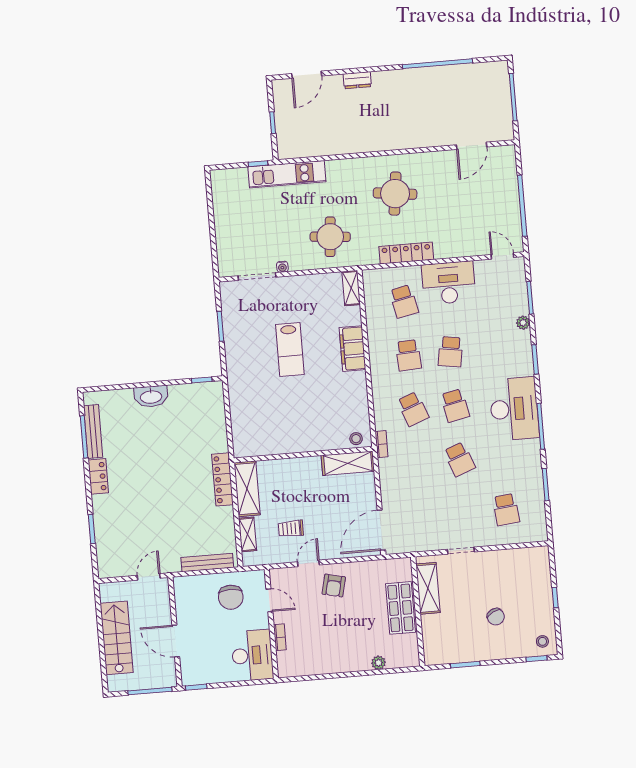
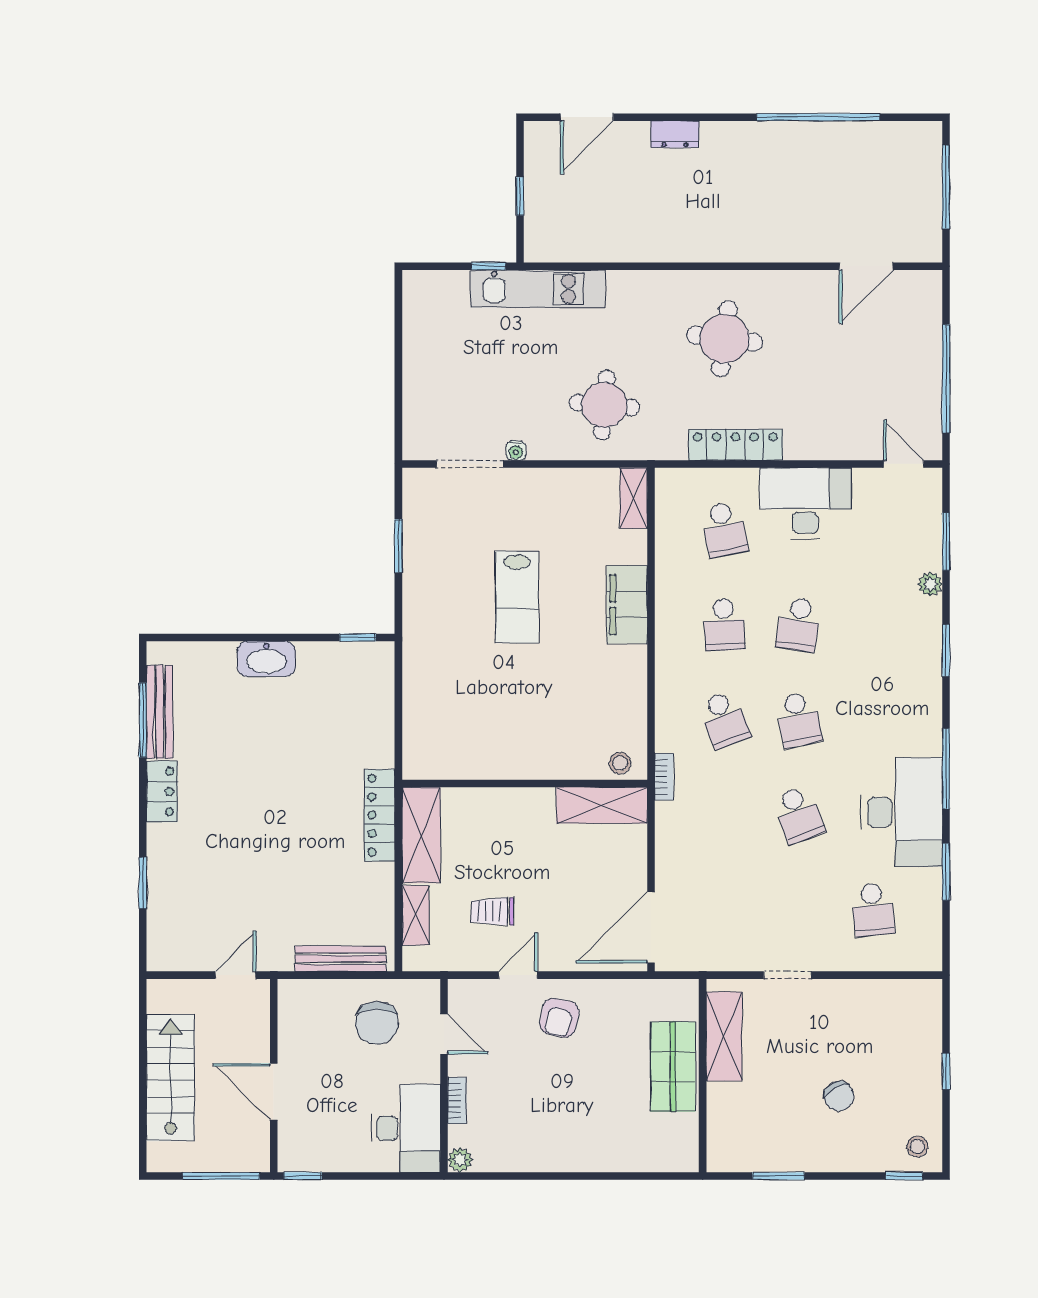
desk: (514, 409) -> (902, 812), moved
plant: (378, 663) -> (460, 1160), moved

